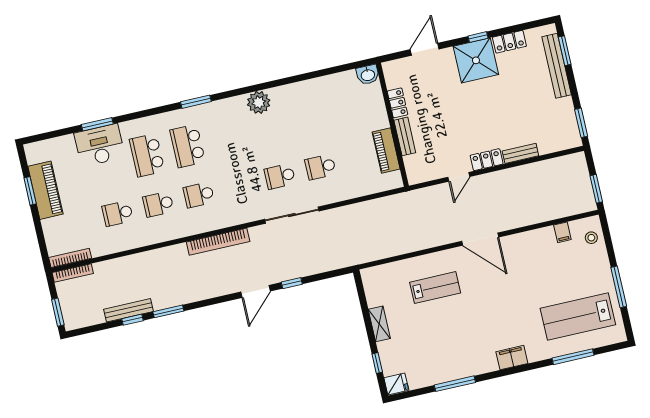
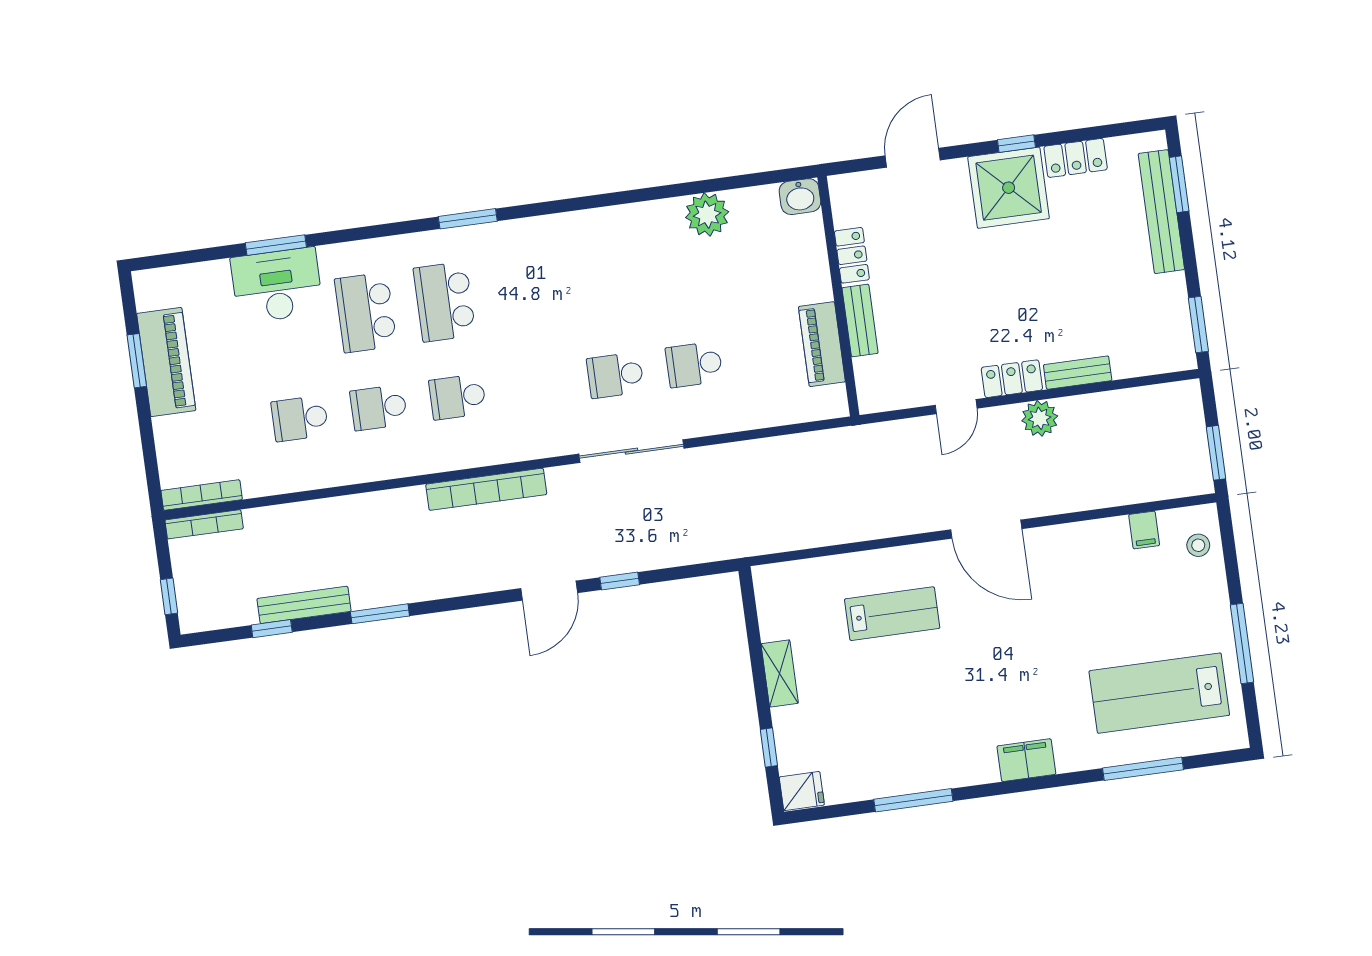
plant: (259, 102) -> (707, 215), moved
plant: (503, 179) -> (1040, 418), added
window: (58, 312) -> (169, 596), width x0.67
window: (133, 320) -> (272, 629), moved

